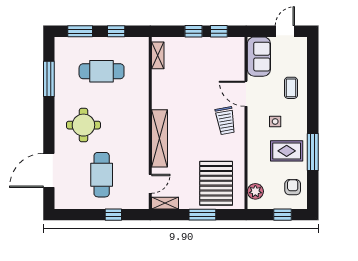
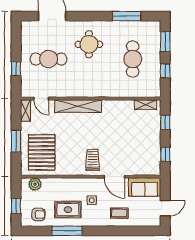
window: (194, 31) -> (165, 122), moved
door: (285, 31) -> (165, 208), hinge flipped
door: (246, 94) -> (114, 177), swing flipped
trolley: (225, 121) -> (92, 160), turned 100
rug: (287, 151) -> (68, 210), turned 90
pallet: (216, 183) -> (42, 152), turned 90

